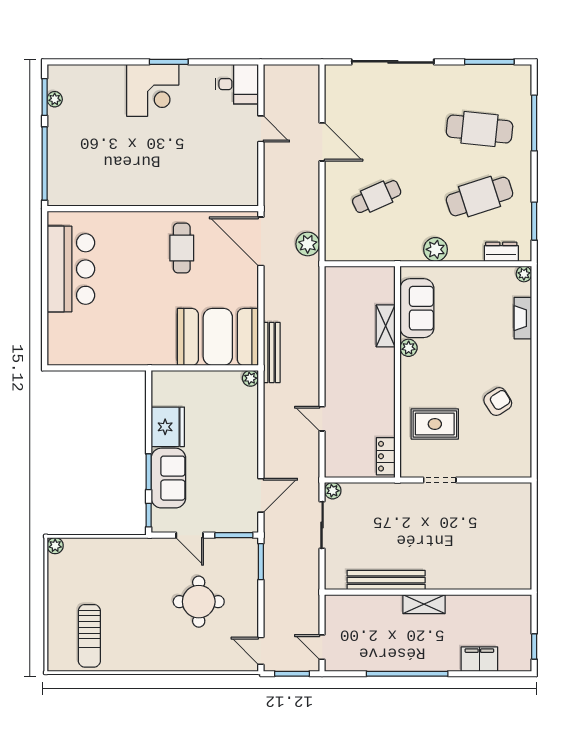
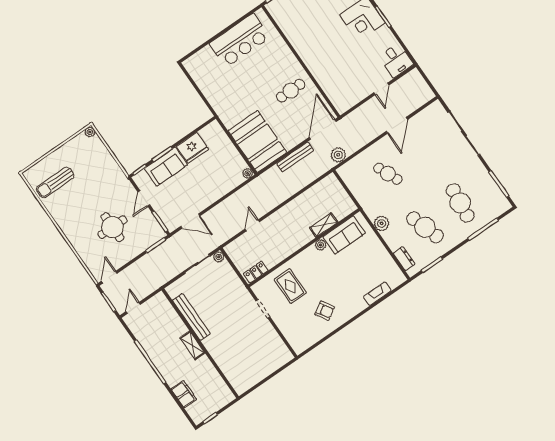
plant: (524, 274) -> (401, 278), removed
bench: (272, 353) -> (295, 157), moved

